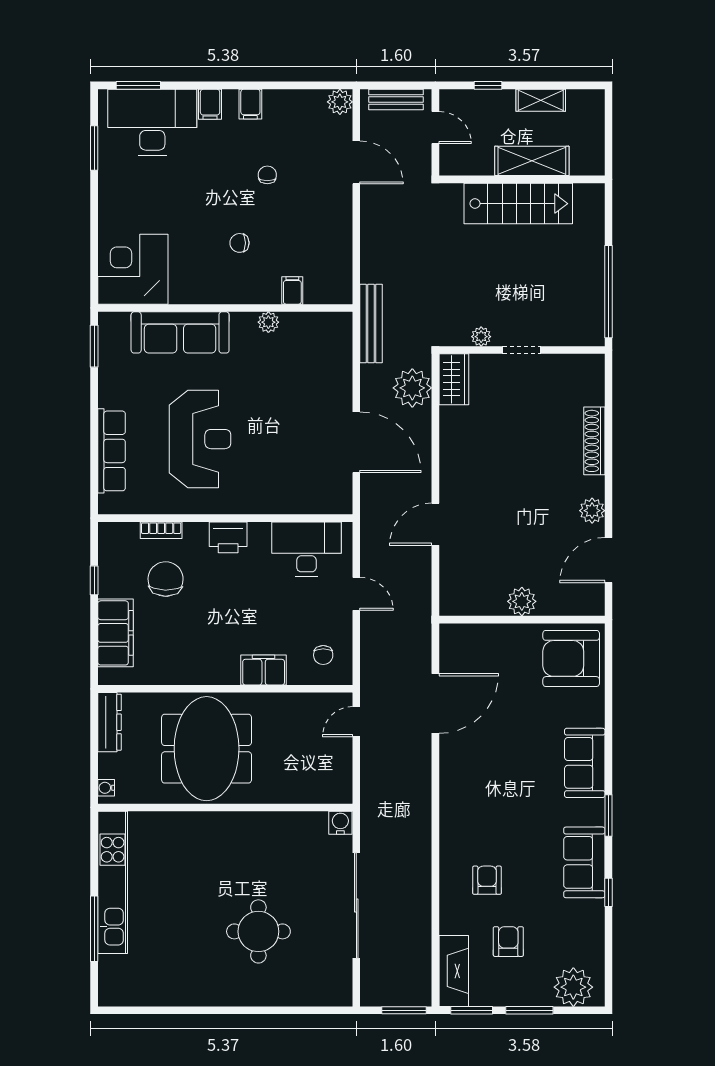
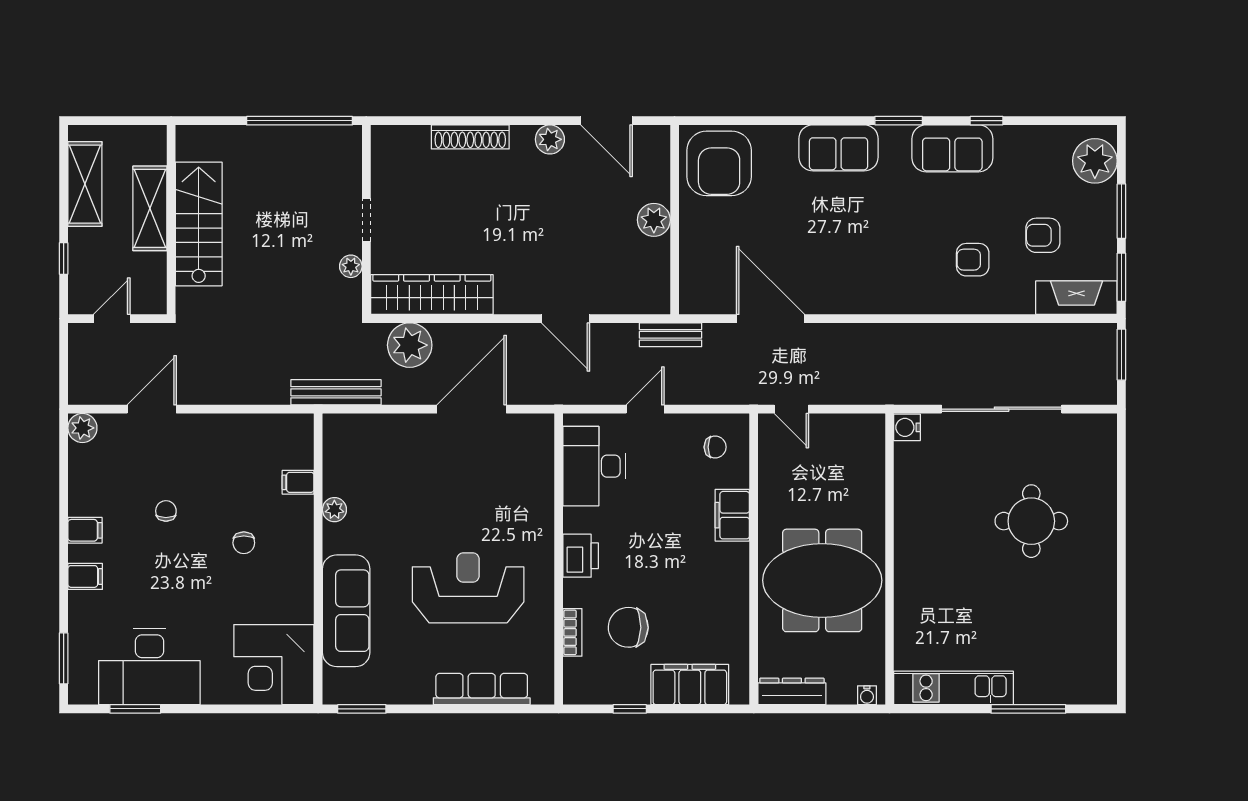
bench: (396, 100) -> (671, 335), moved, turned 90
shelving: (541, 100) -> (85, 184), width x1.50, depth x1.33
desk: (152, 122) -> (149, 667), moved, turned -90
chair: (267, 175) -> (166, 511), turned 90
wardrobe: (454, 379) -> (432, 295), width x2.10, depth x1.17
kitchen unit: (113, 882) -> (954, 688), width x0.73

